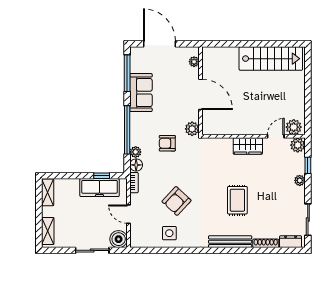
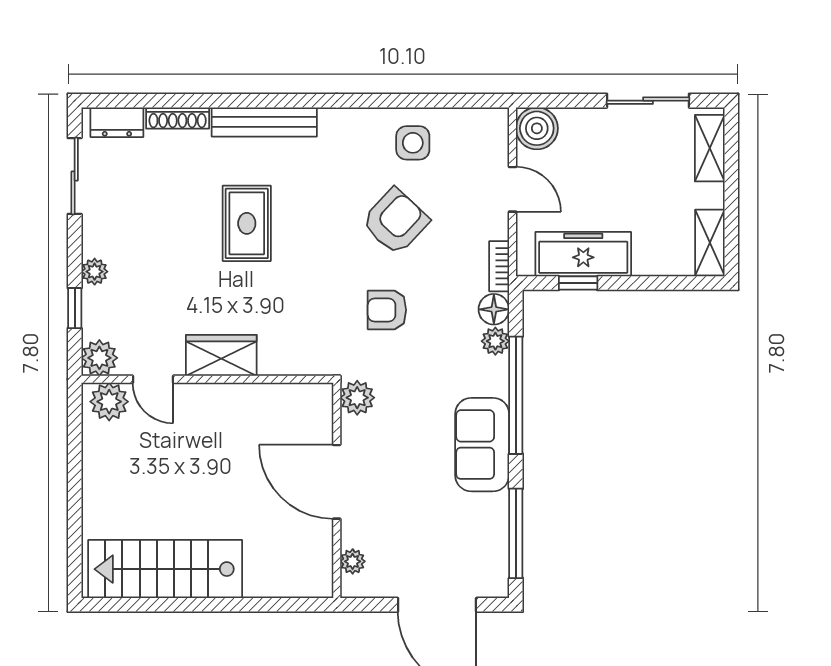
sofa: (141, 93) -> (482, 445), moved
door: (276, 136) -> (153, 379), hinge flipped
armchair: (167, 143) -> (387, 310), moved, turned 180
sliding door: (92, 250) -> (648, 101), moved

